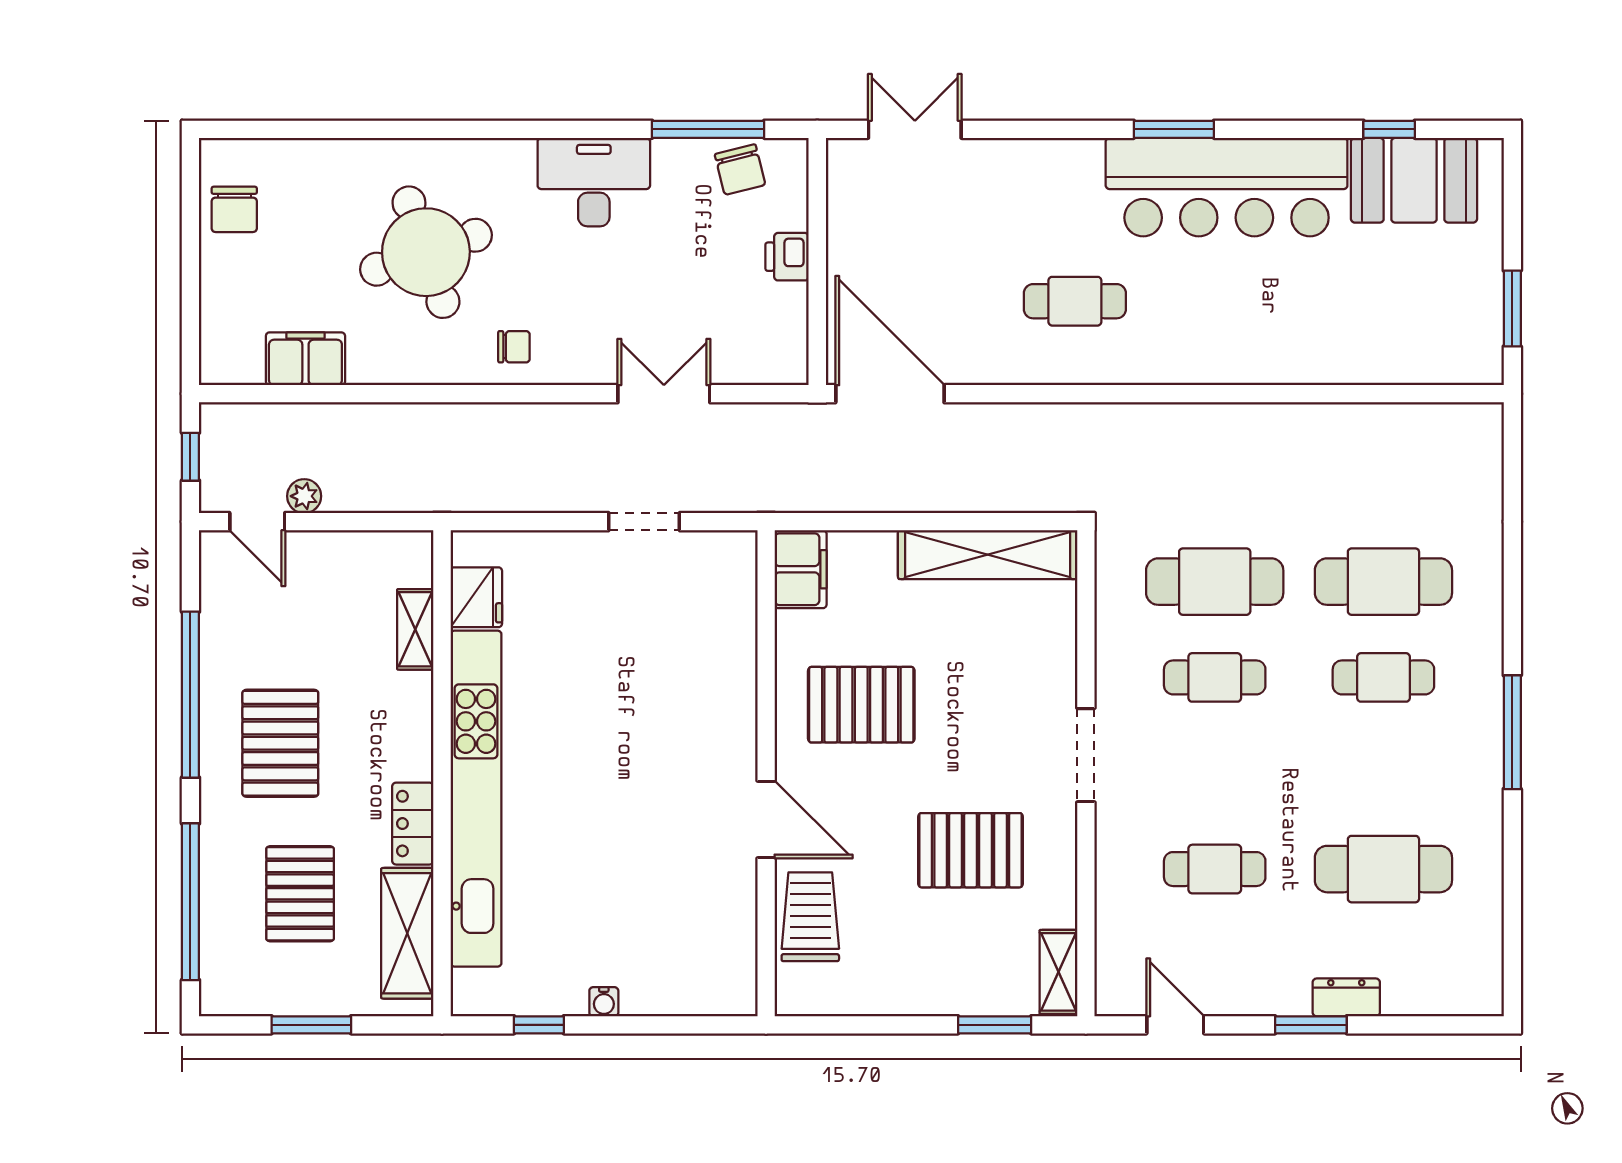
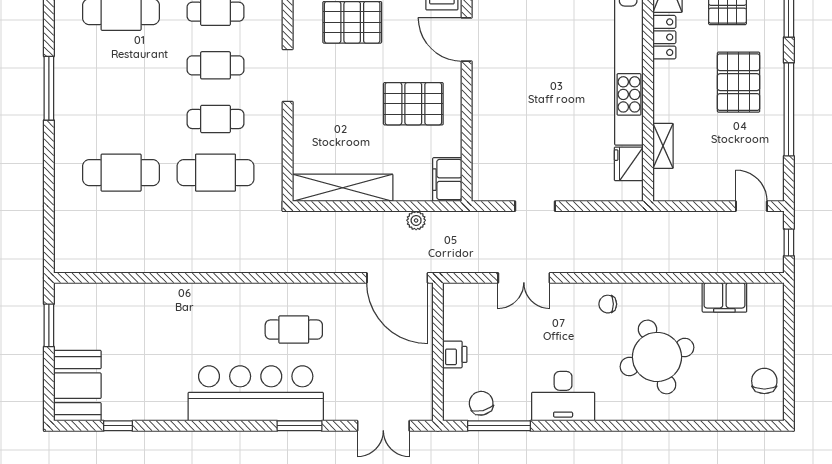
window: (1174, 129) -> (299, 426), moved
booth: (1414, 180) -> (77, 386), moved, turned 90
bar counter: (1227, 187) -> (256, 393), moved
plant: (304, 496) -> (416, 220), moved
cafe table: (1383, 677) -> (216, 65), moved

